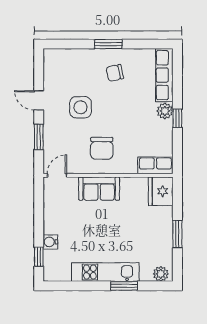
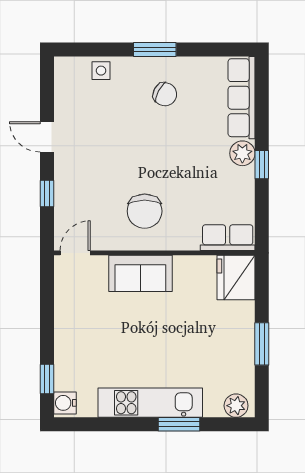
chair: (115, 73) -> (165, 94), turned -140
side table: (81, 107) -> (101, 71), moved, width x0.54, depth x0.54
window: (39, 137) -> (47, 193), width x0.67
water cooler: (50, 242) -> (65, 403), moved

